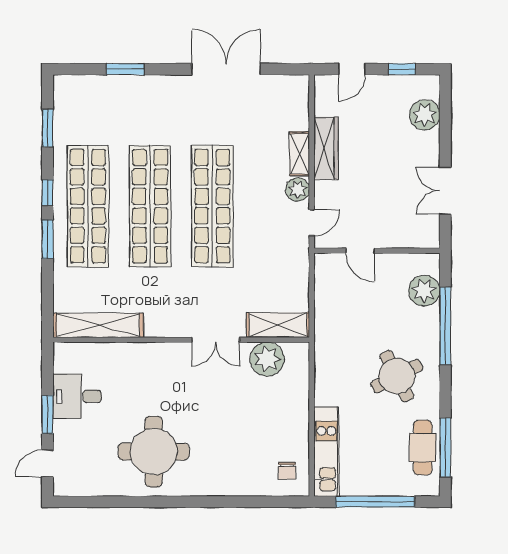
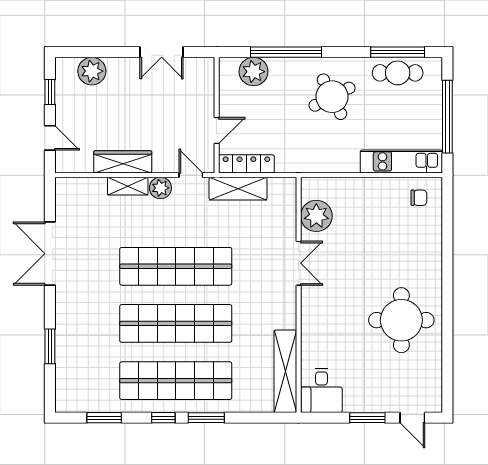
locker: (324, 283) -> (246, 164), added
shelving: (278, 325) -> (238, 189), moved, turned 90
desk: (77, 396) -> (321, 390), moved

